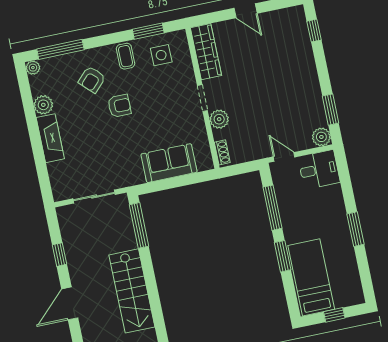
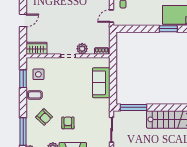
wardrobe: (206, 52) -> (37, 48), width x0.67
armchair: (119, 106) -> (68, 123), moved
window: (273, 208) -> (139, 29), removed

